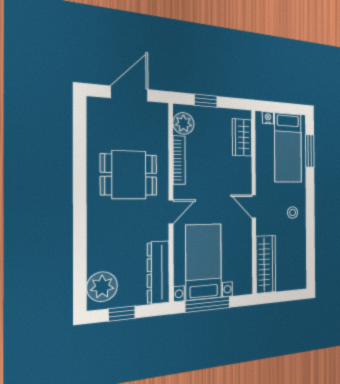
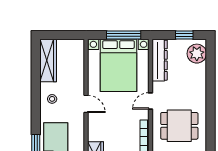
bed with nightstands: (204, 262) -> (118, 65), width x1.36
wardrobe: (266, 264) -> (48, 60), moved, turned 180

